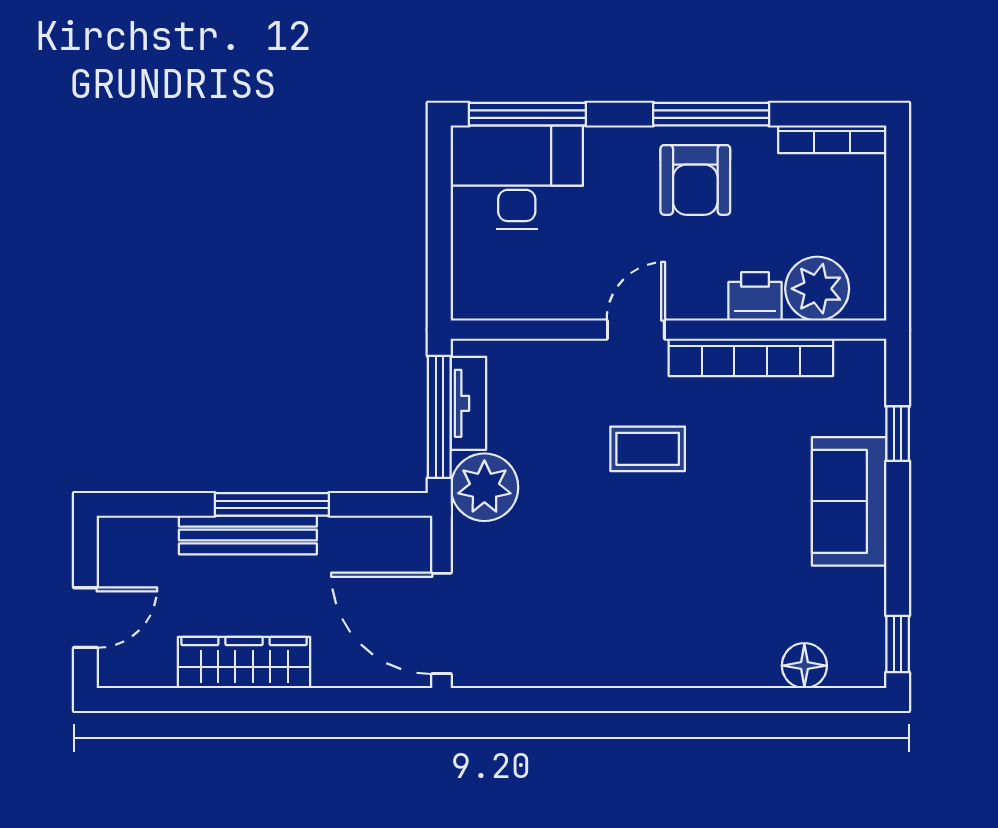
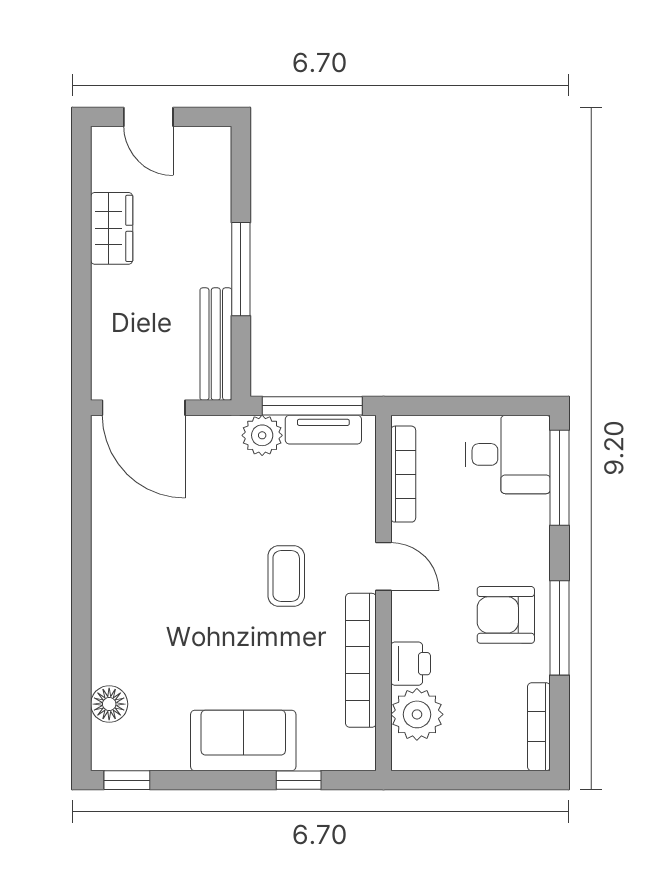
desk: (517, 177) -> (508, 454), width x0.73
bookcase: (523, 305) -> (403, 474), added
plant: (484, 487) -> (262, 435), width x0.73, depth x0.73
bench: (248, 535) -> (216, 344), moved
door: (442, 623) -> (144, 408), swing flipped
wardrobe: (244, 663) -> (112, 228), width x0.67

